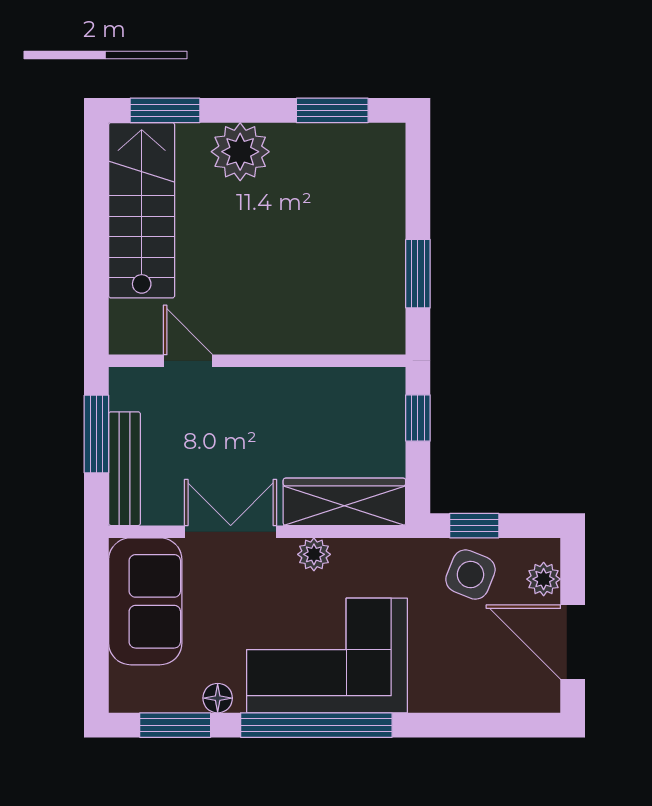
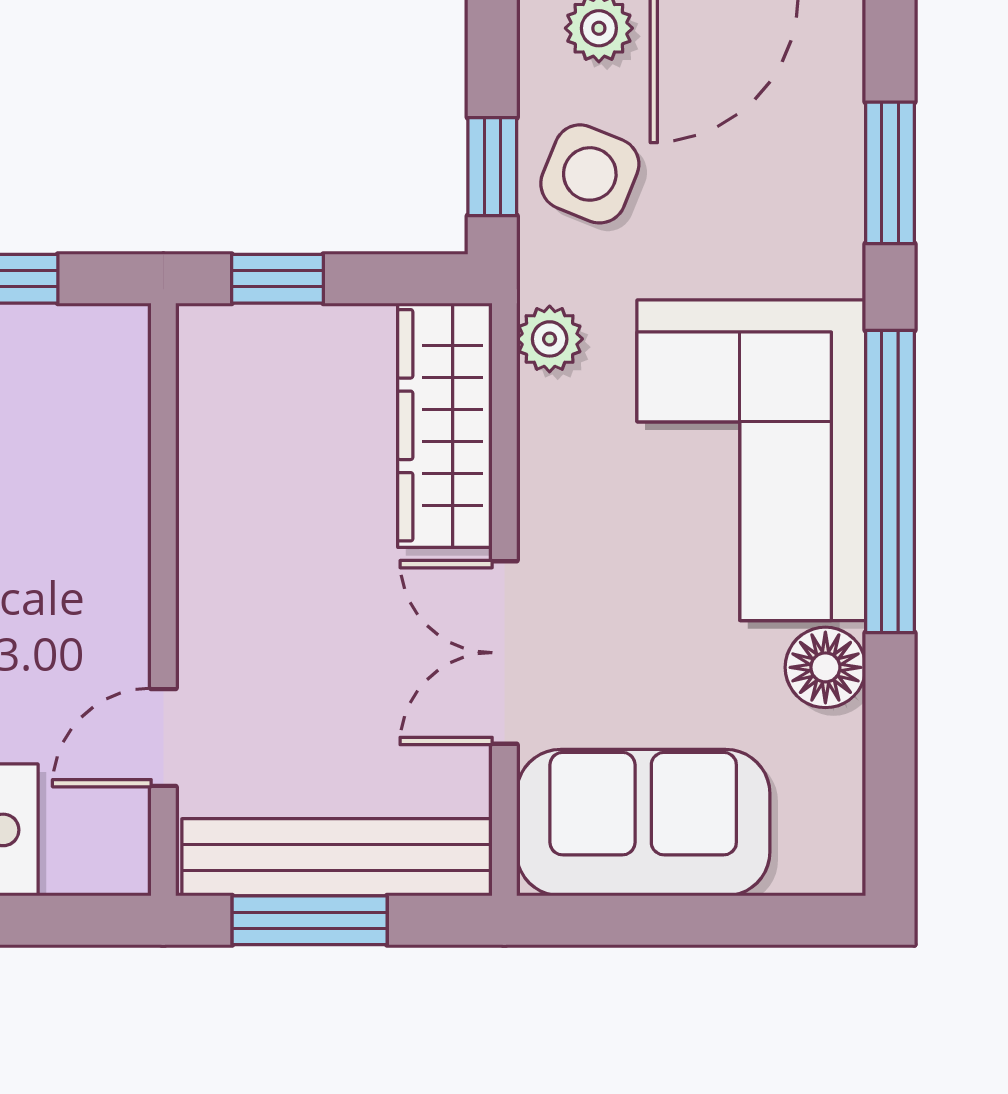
bench: (125, 469) -> (337, 857), width x1.37, depth x1.21
plant: (314, 554) -> (550, 339), moved
floor lamp: (218, 698) -> (825, 667), width x1.37, depth x1.37
window: (175, 725) -> (890, 173), moved

